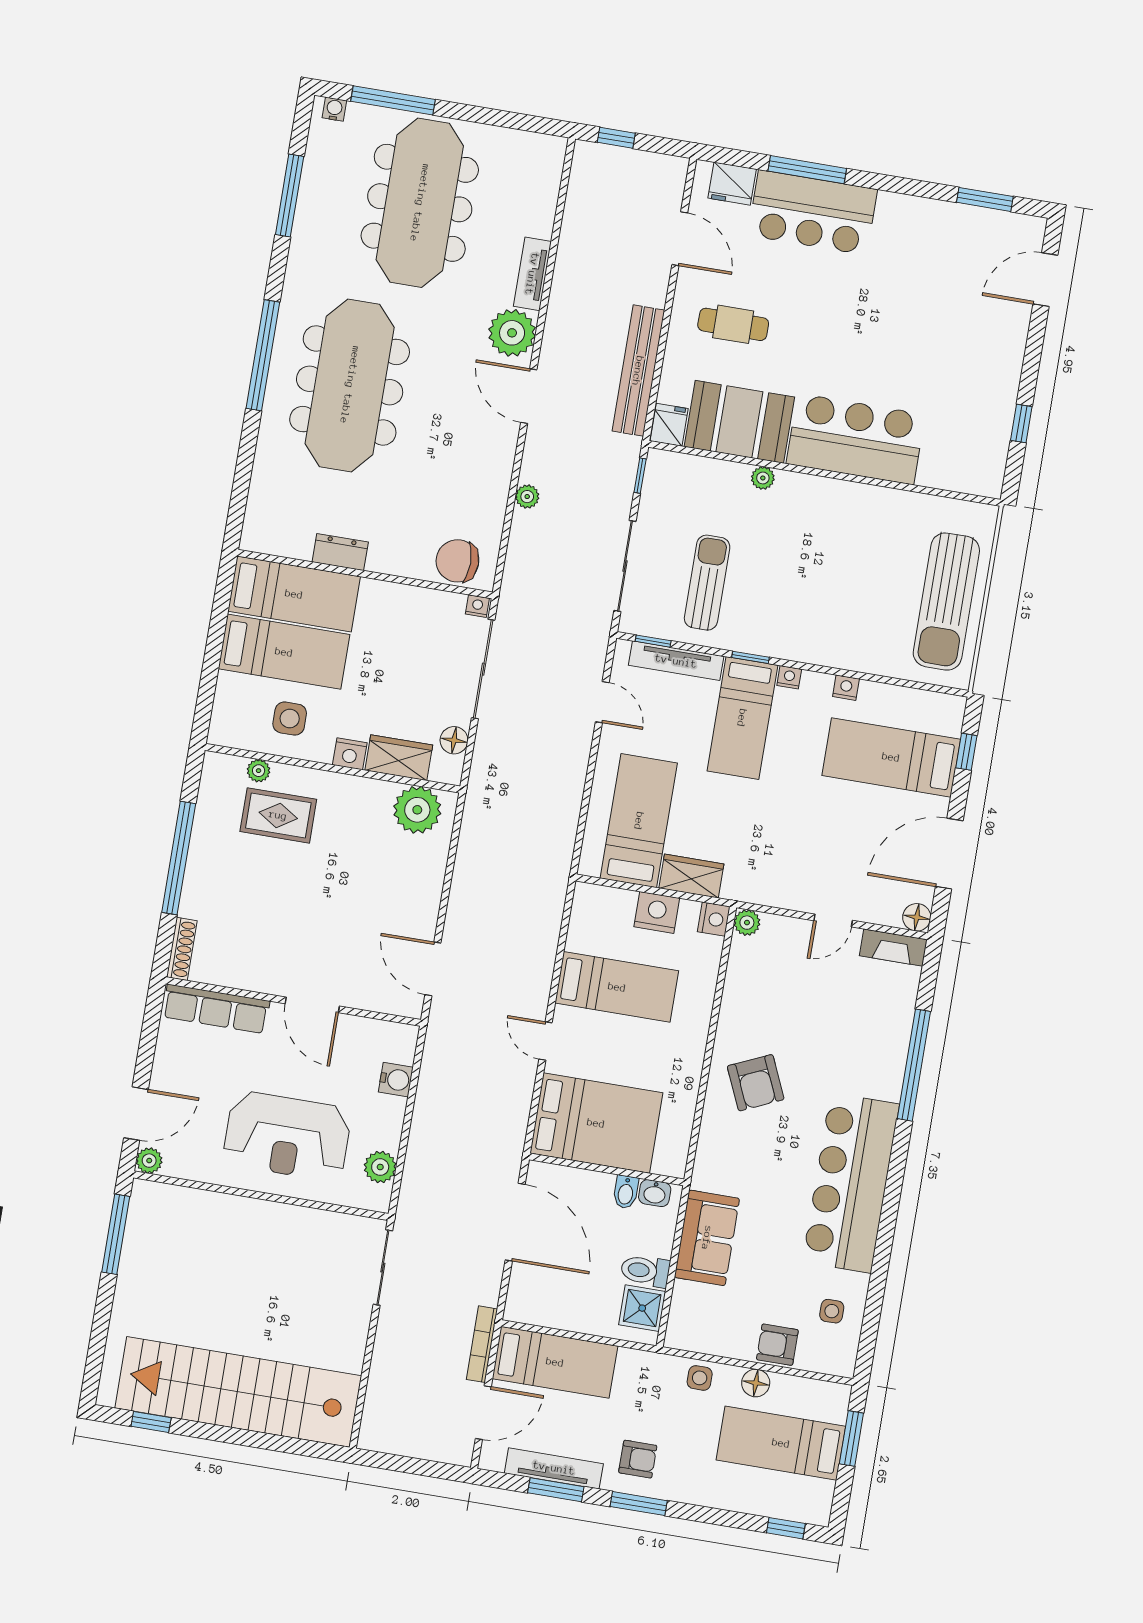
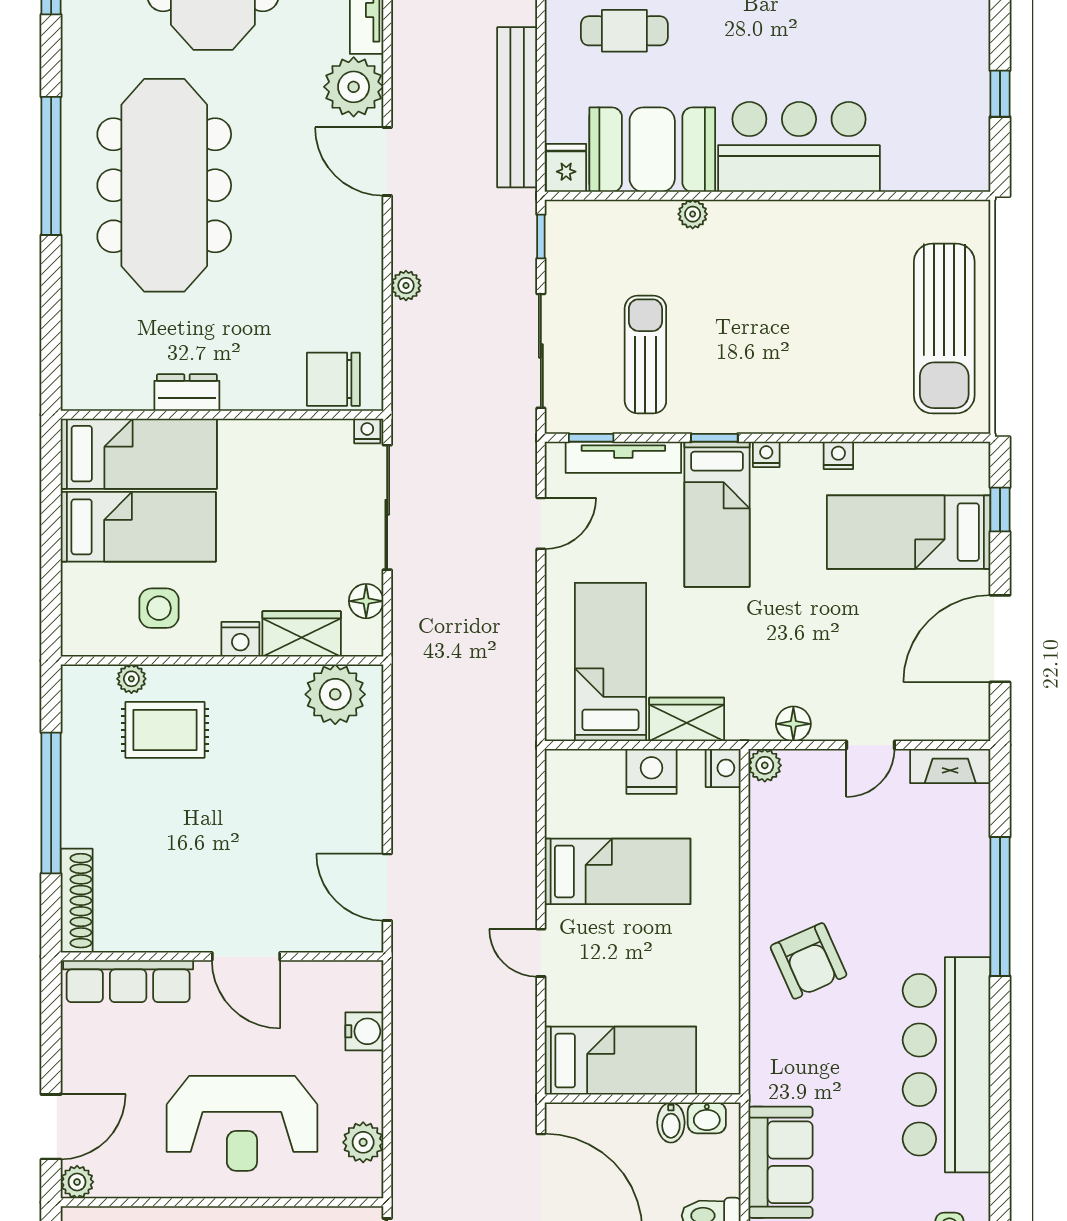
door: (602, 702) -> (541, 523), hinge flipped
floor lamp: (917, 917) -> (793, 724), moved
shoe rack: (182, 949) -> (77, 901), width x1.36, depth x1.24
bed: (596, 1123) -> (620, 1061), width x0.67

